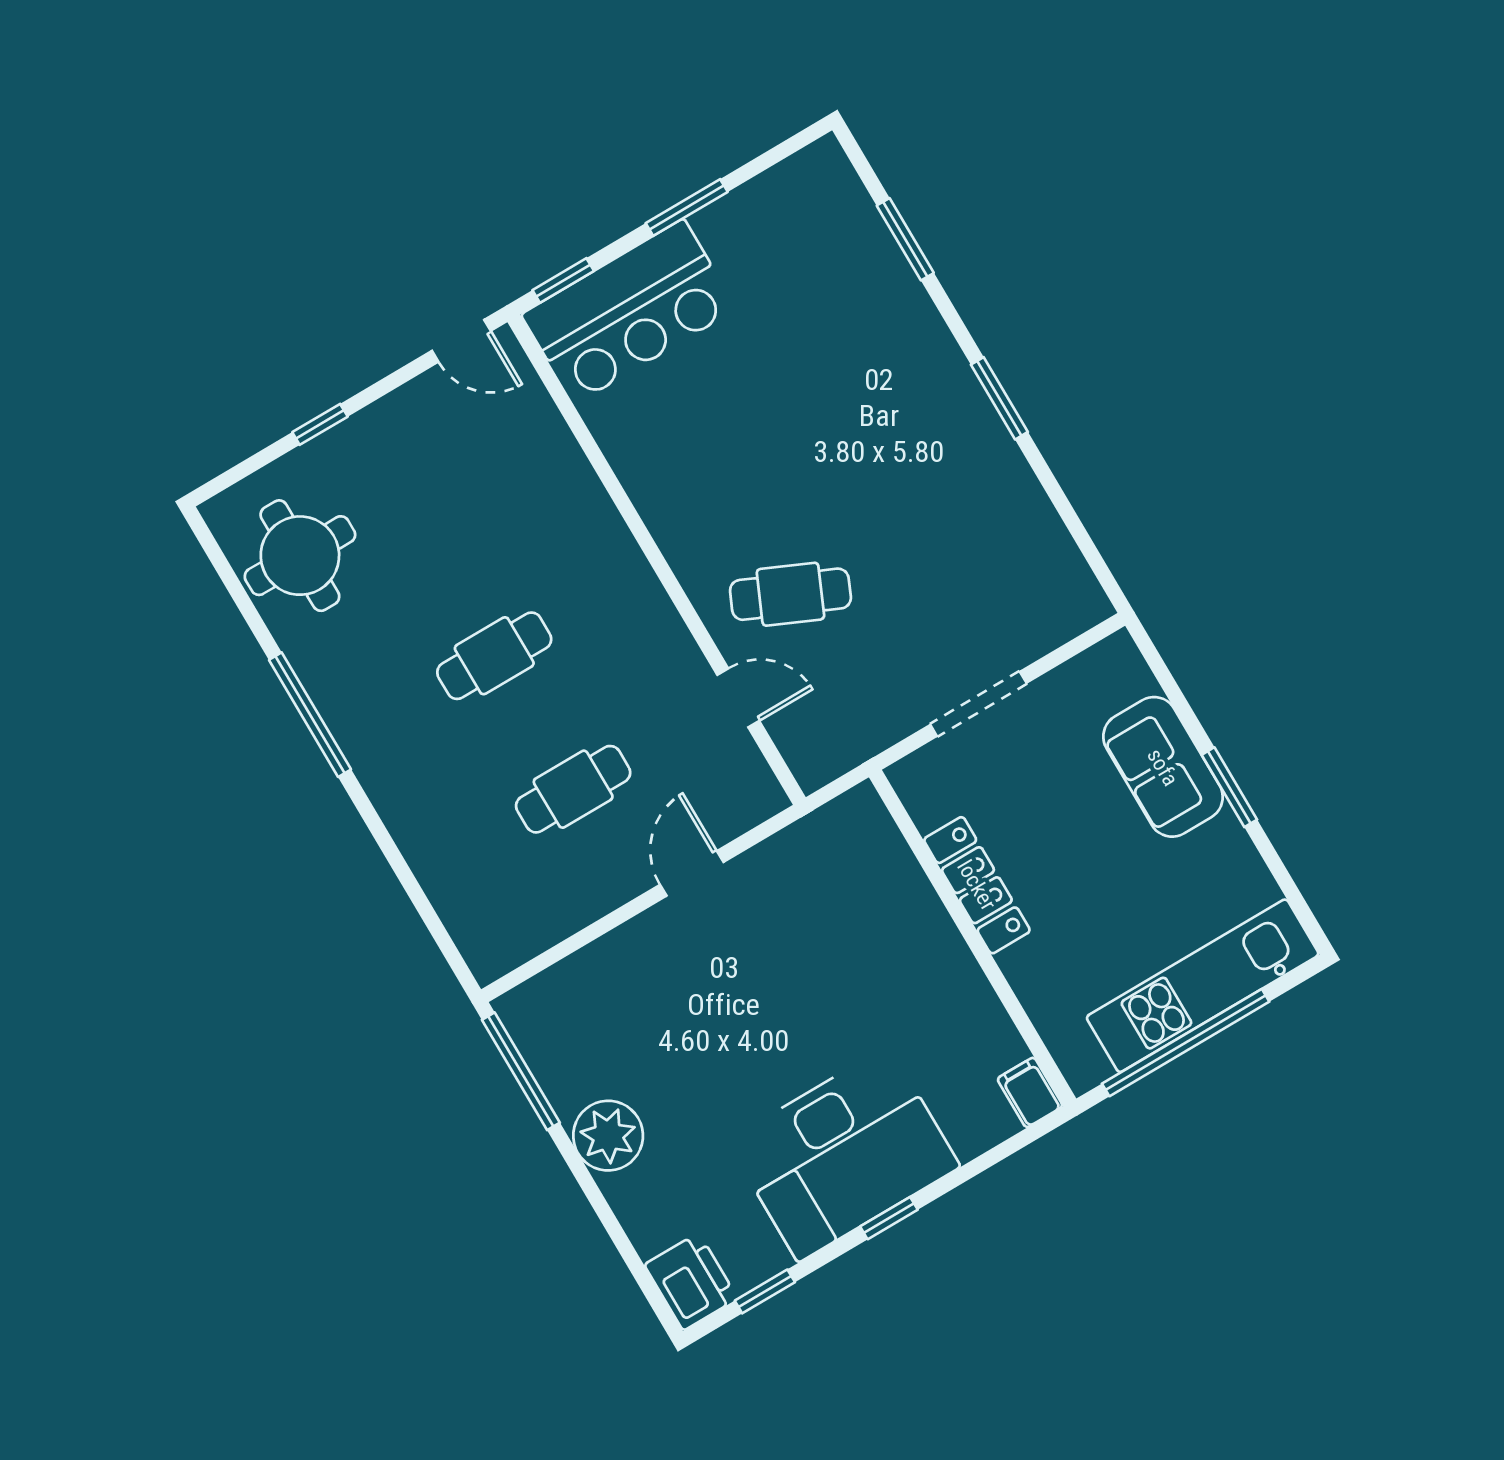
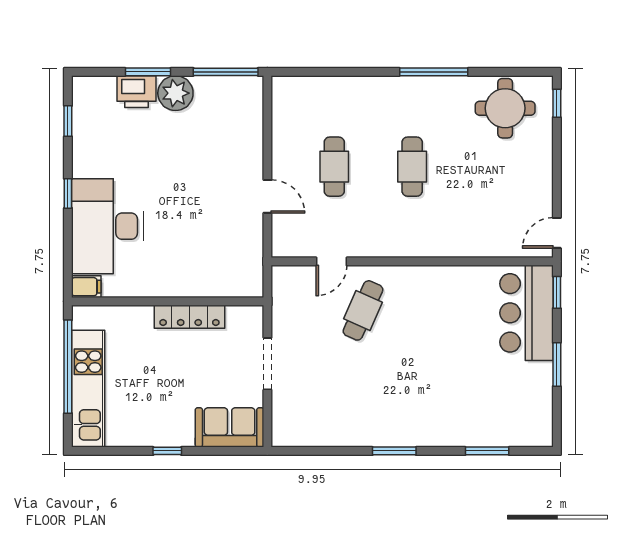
window: (320, 424) -> (557, 103), moved
sofa: (1163, 767) -> (230, 427), moved
window: (1229, 787) -> (167, 451), width x0.67
desk: (844, 1154) -> (107, 226), moved
window: (600, 1204) -> (148, 72), added
printer: (691, 1282) -> (137, 92), moved

